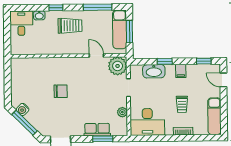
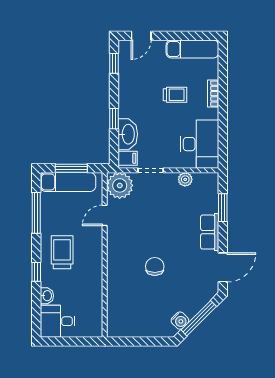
filing cabinet: (181, 71) -> (128, 158), moved
row of seats: (97, 130) -> (210, 232), moved

